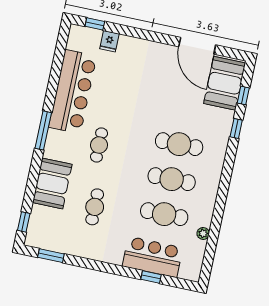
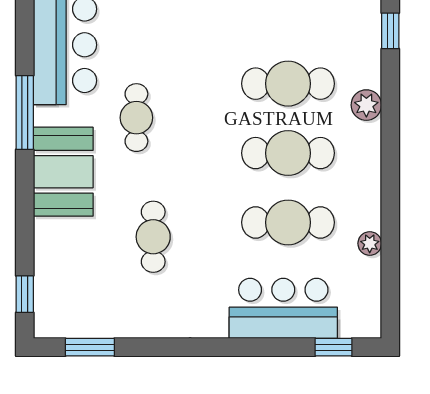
plant: (216, 163) -> (366, 105), added
booth: (52, 183) -> (63, 172), moved
window: (151, 277) -> (333, 347), moved

